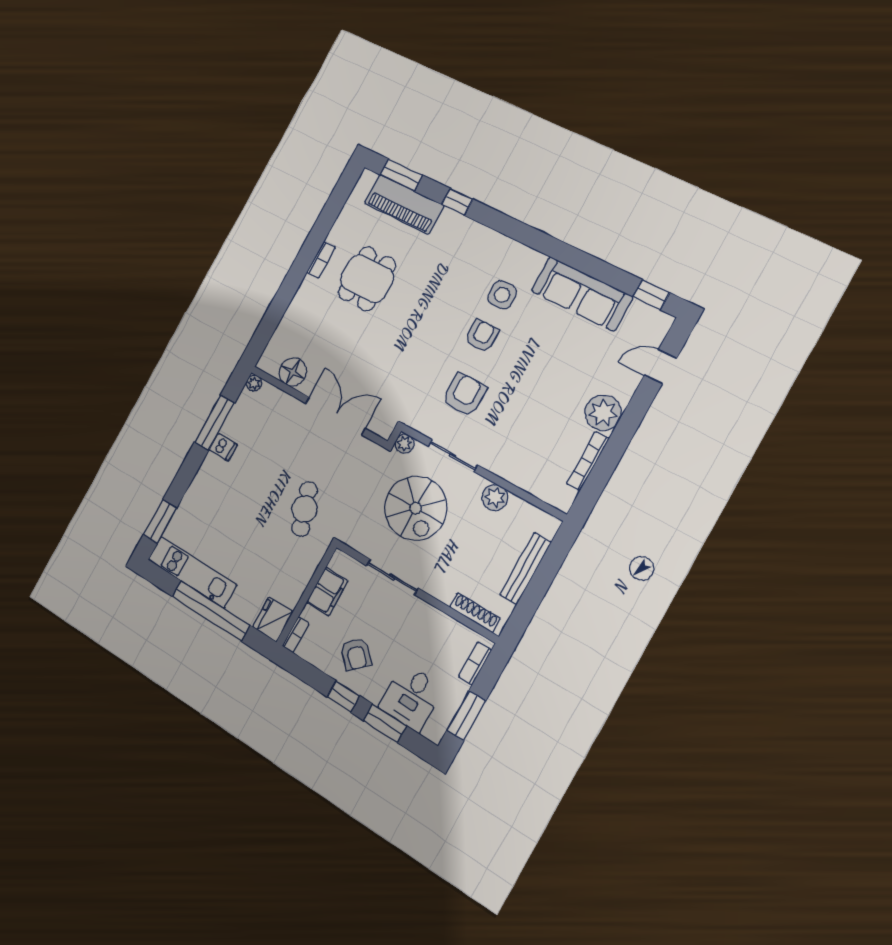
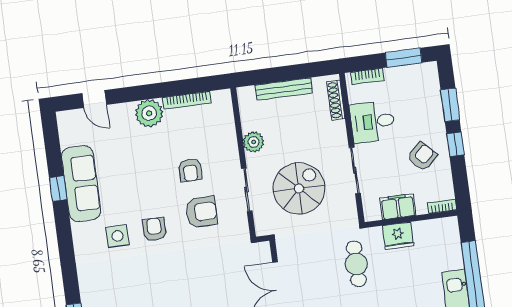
window: (651, 295) -> (58, 189), moved
armchair: (482, 336) -> (154, 229), turned 90
armchair: (464, 395) -> (201, 212), turned 180
armchair: (514, 413) -> (190, 170), added
plant: (405, 444) -> (263, 228), removed
cafe table: (305, 509) -> (356, 264), turned -72
fridge: (273, 619) -> (398, 236), moved
desk: (411, 697) -> (373, 122), moved, turned 180

